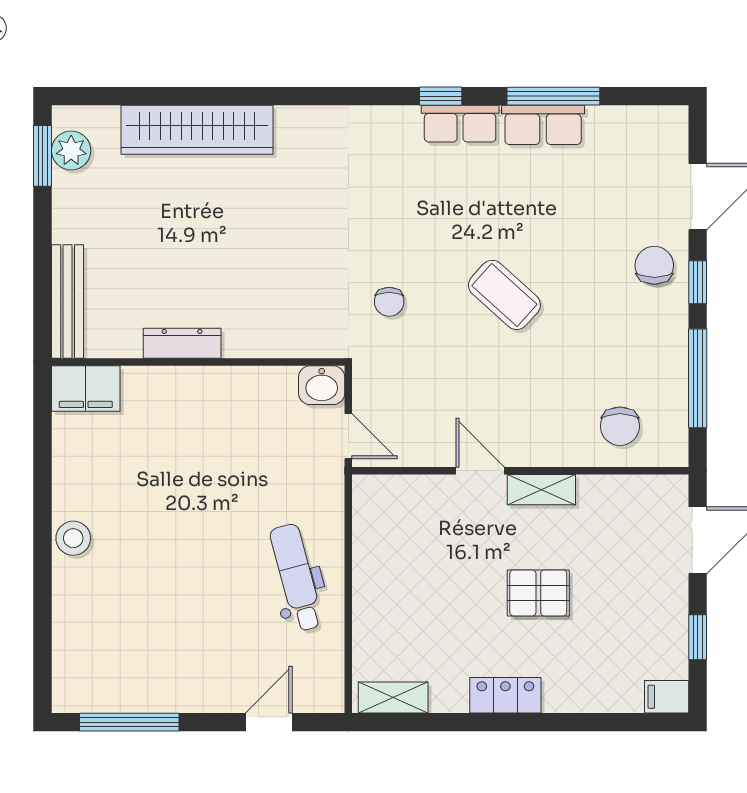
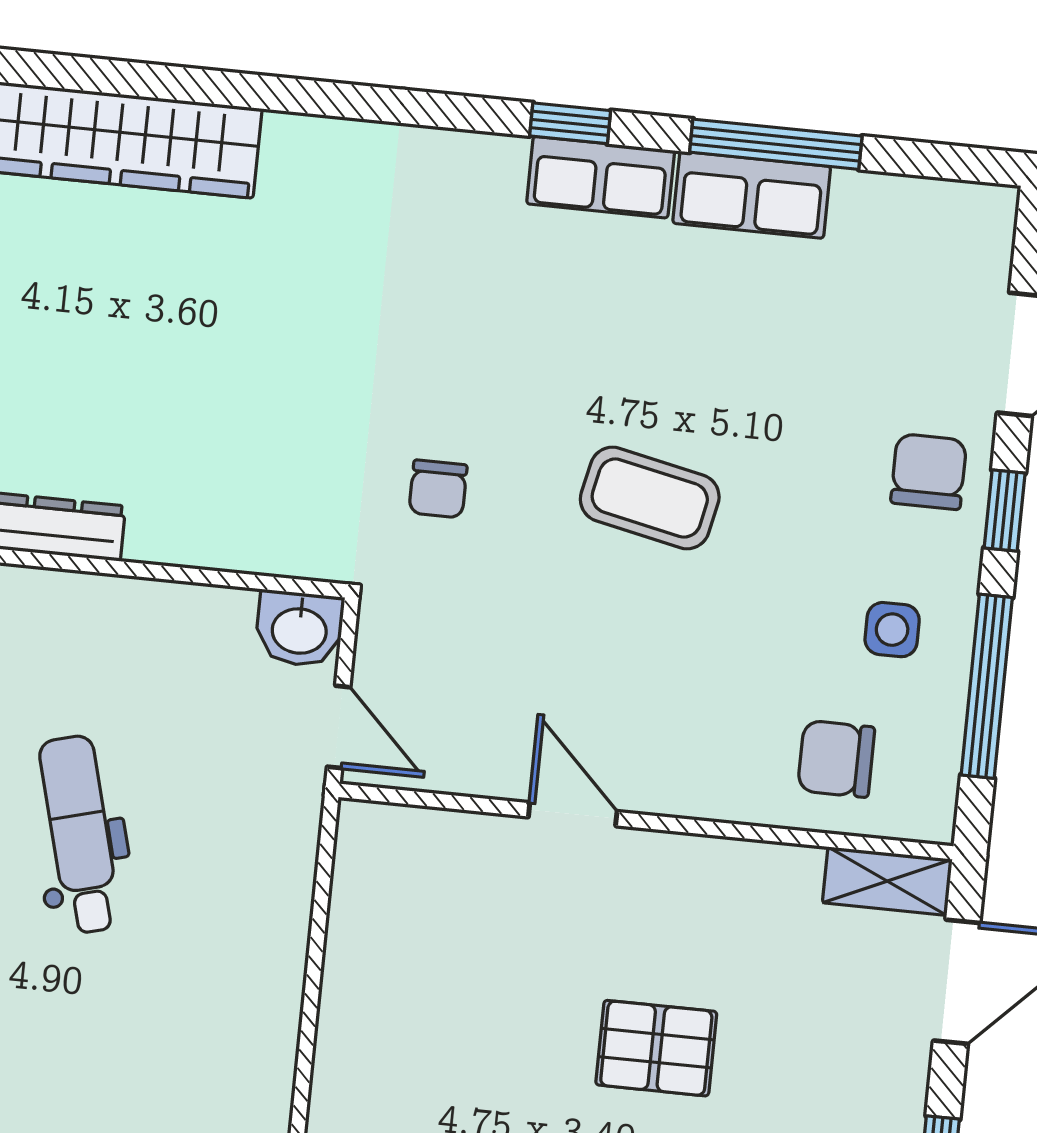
coffee table: (504, 295) -> (650, 498), turned -30
side table: (643, 353) -> (892, 630), added
chair: (620, 426) -> (836, 759), turned 90
shelving: (541, 490) -> (887, 881), moved
dental chair: (297, 577) -> (80, 835), moved

